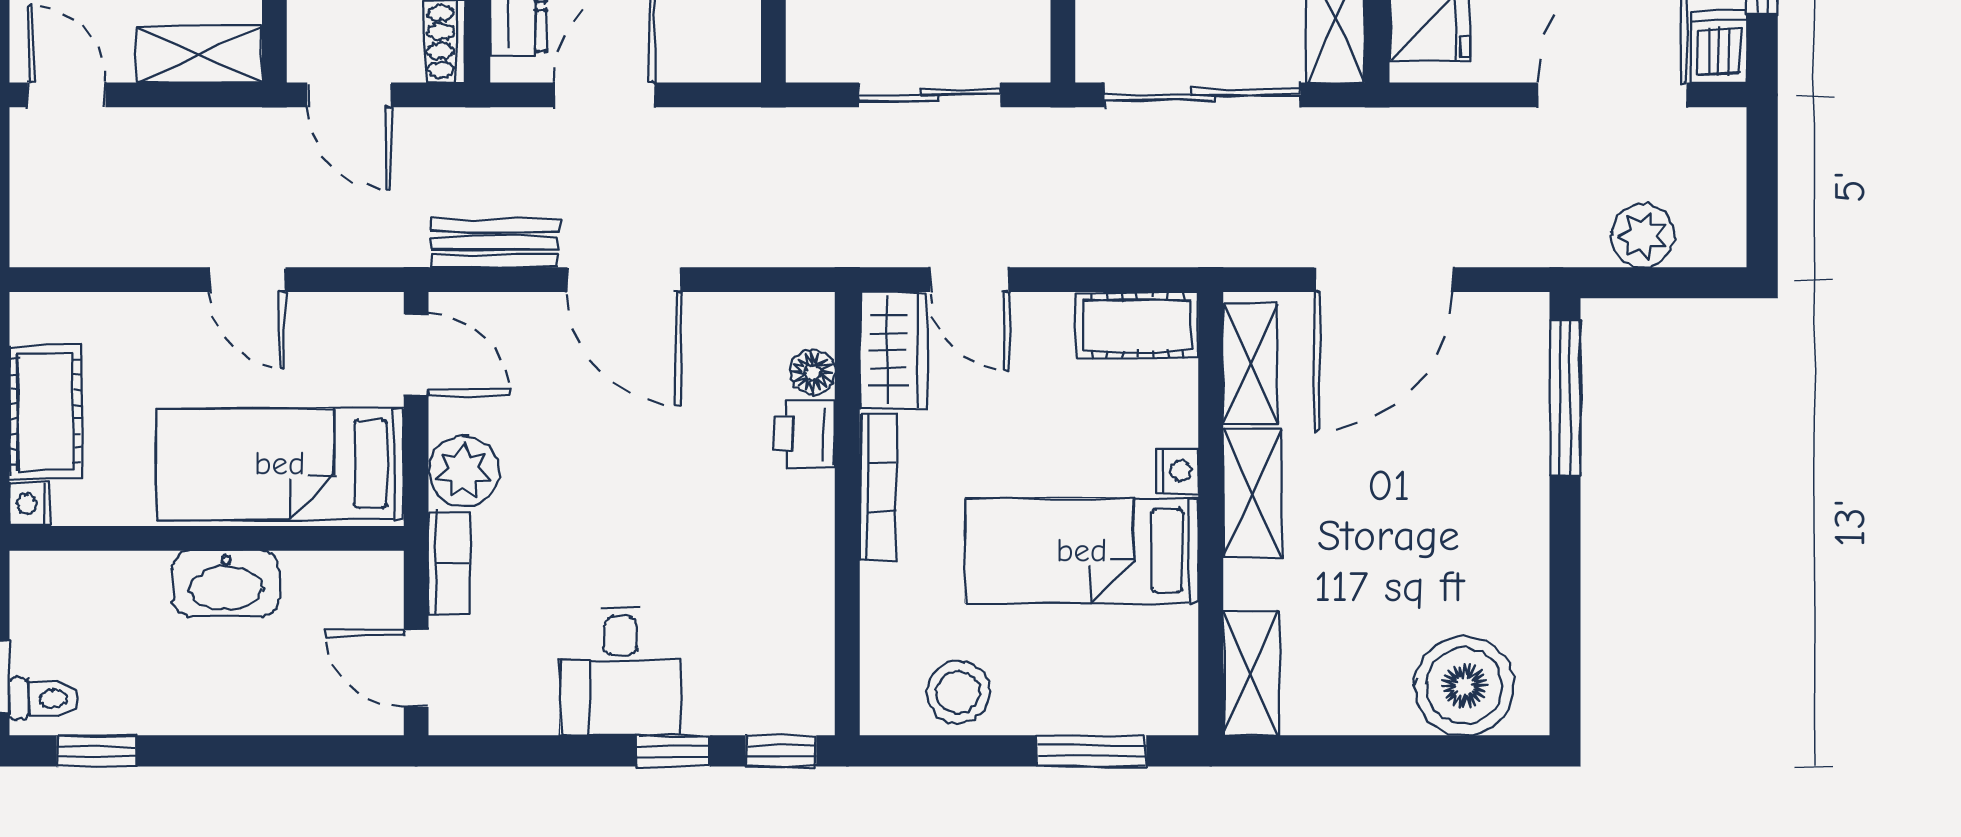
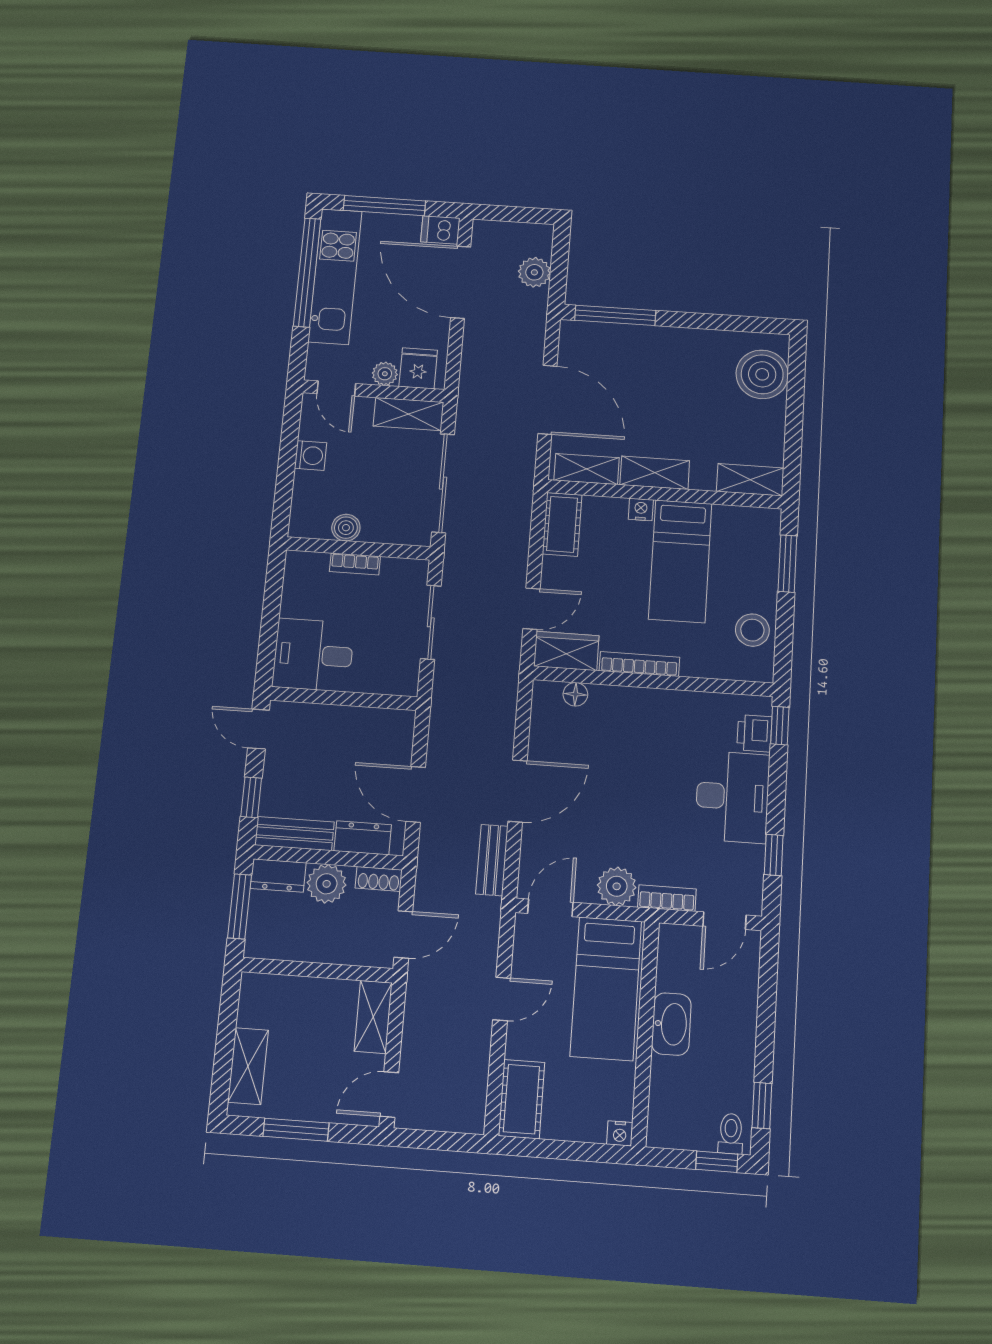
cot: (46, 411) -> (522, 1099), moved, turned 90
printer: (805, 433) -> (754, 733), moved, turned 90
desk: (620, 671) -> (732, 797), width x1.37
window: (673, 751) -> (774, 855), moved

